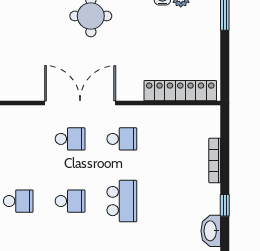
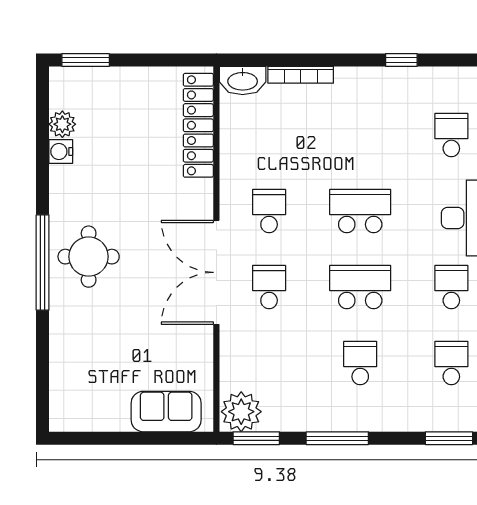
school desk: (70, 201) -> (360, 287), width x1.85
window: (225, 205) -> (401, 60), moved
washbasin: (211, 231) -> (243, 80), moved

